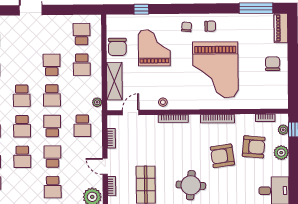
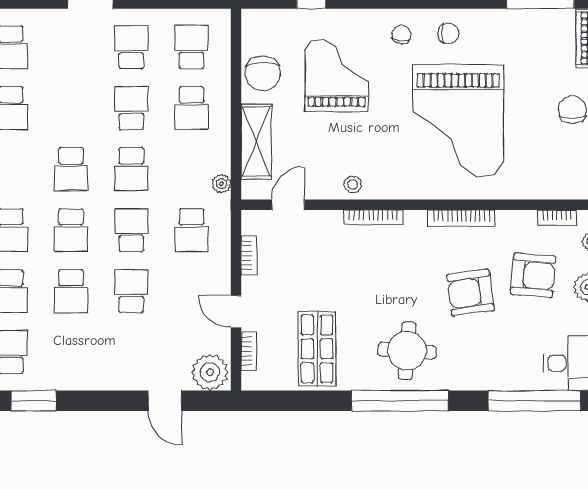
school desk: (53, 187) -> (131, 47), moved, turned 180

